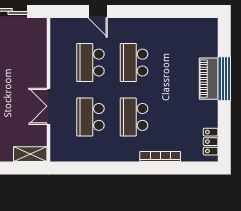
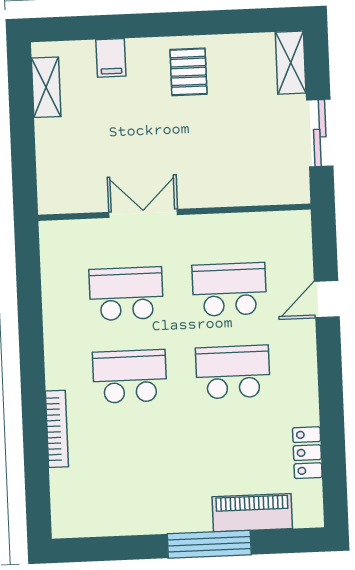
piano: (209, 79) -> (252, 513), moved
locker: (211, 142) -> (307, 453), moved, turned -90
shelving: (30, 154) -> (51, 183), removed

